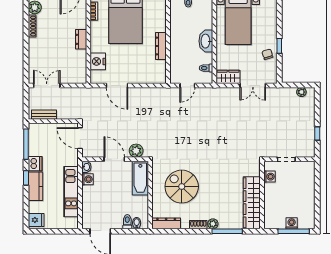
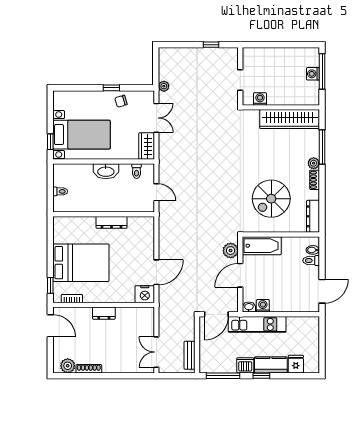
nightstand: (98, 61) -> (145, 294), moved
plant: (301, 92) -> (164, 86), moved
kitchen unit: (71, 192) -> (257, 324), moved
fridge: (36, 220) -> (296, 364), moved

